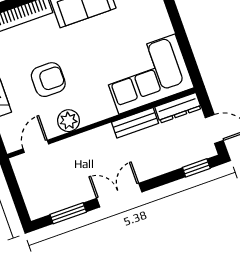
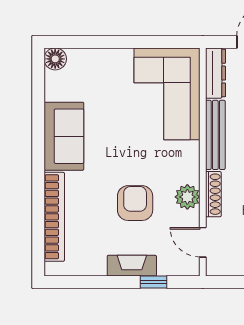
bench: (135, 123) -> (215, 135), width x1.36
shoe rack: (78, 141) -> (213, 194), added

